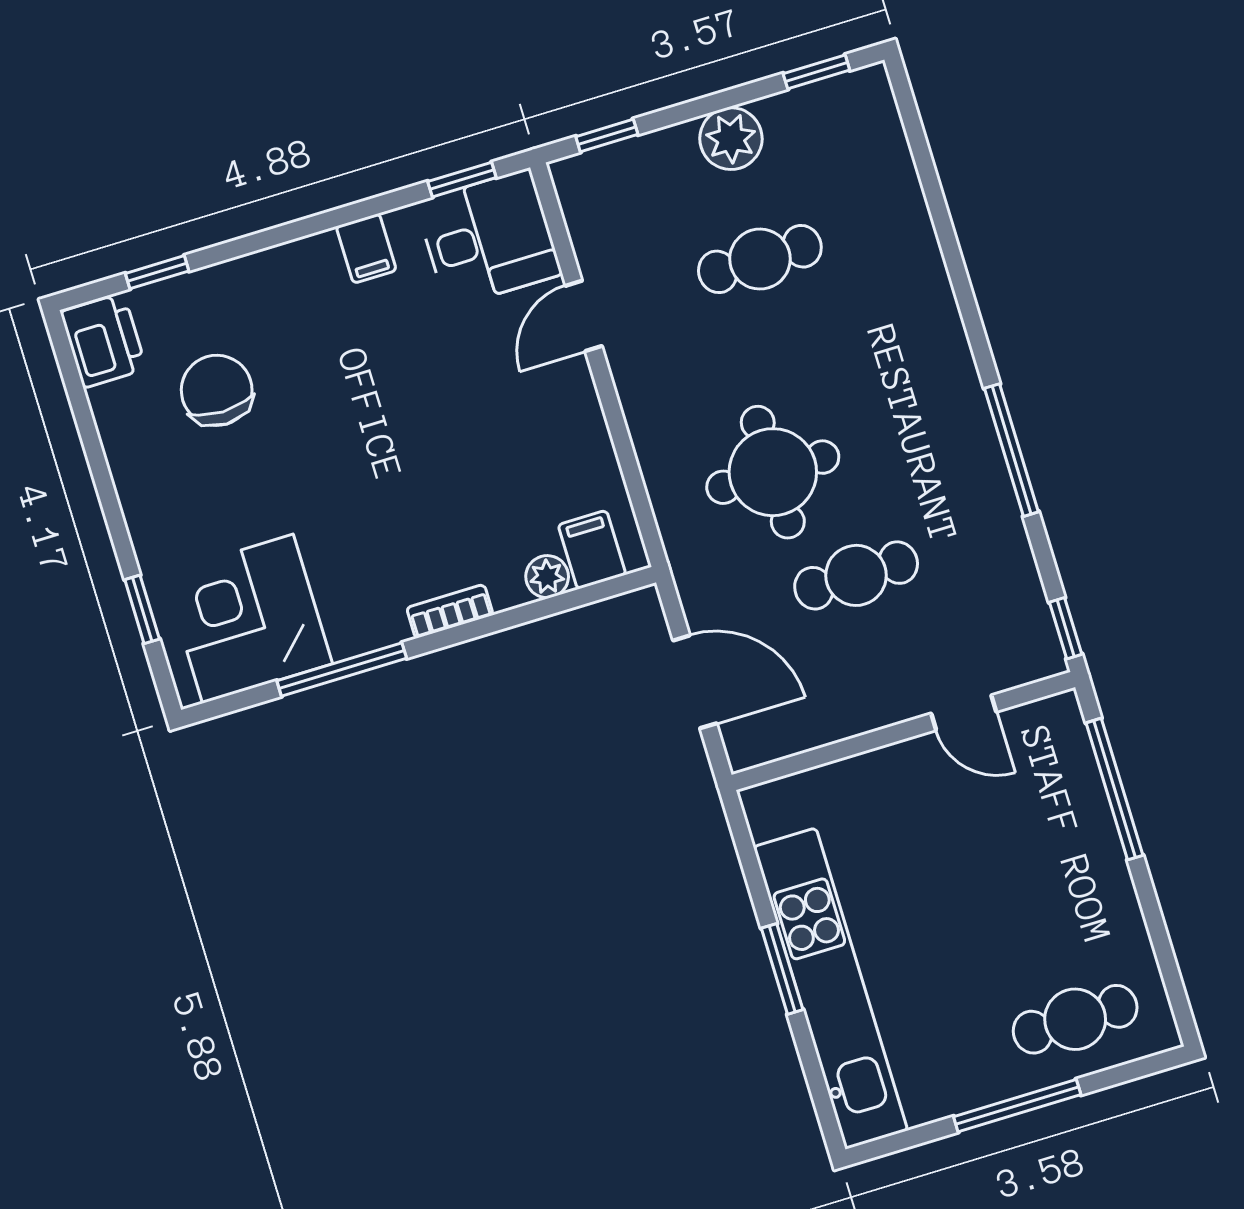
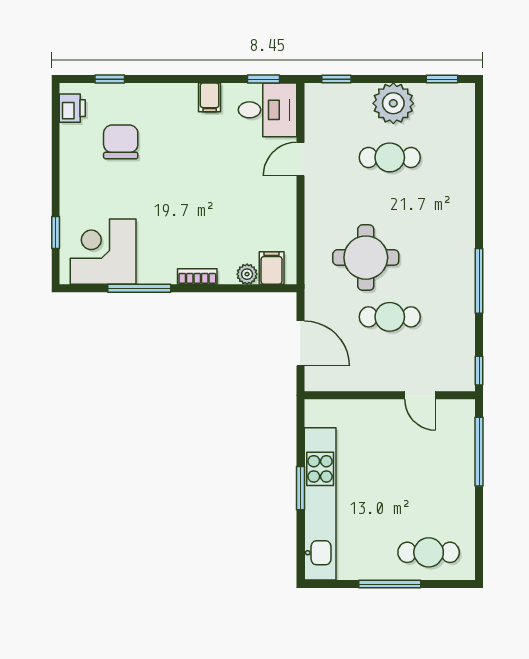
plant: (731, 139) -> (393, 103), width x1.36, depth x1.36
printer: (103, 340) -> (72, 108), width x0.73, depth x0.81

